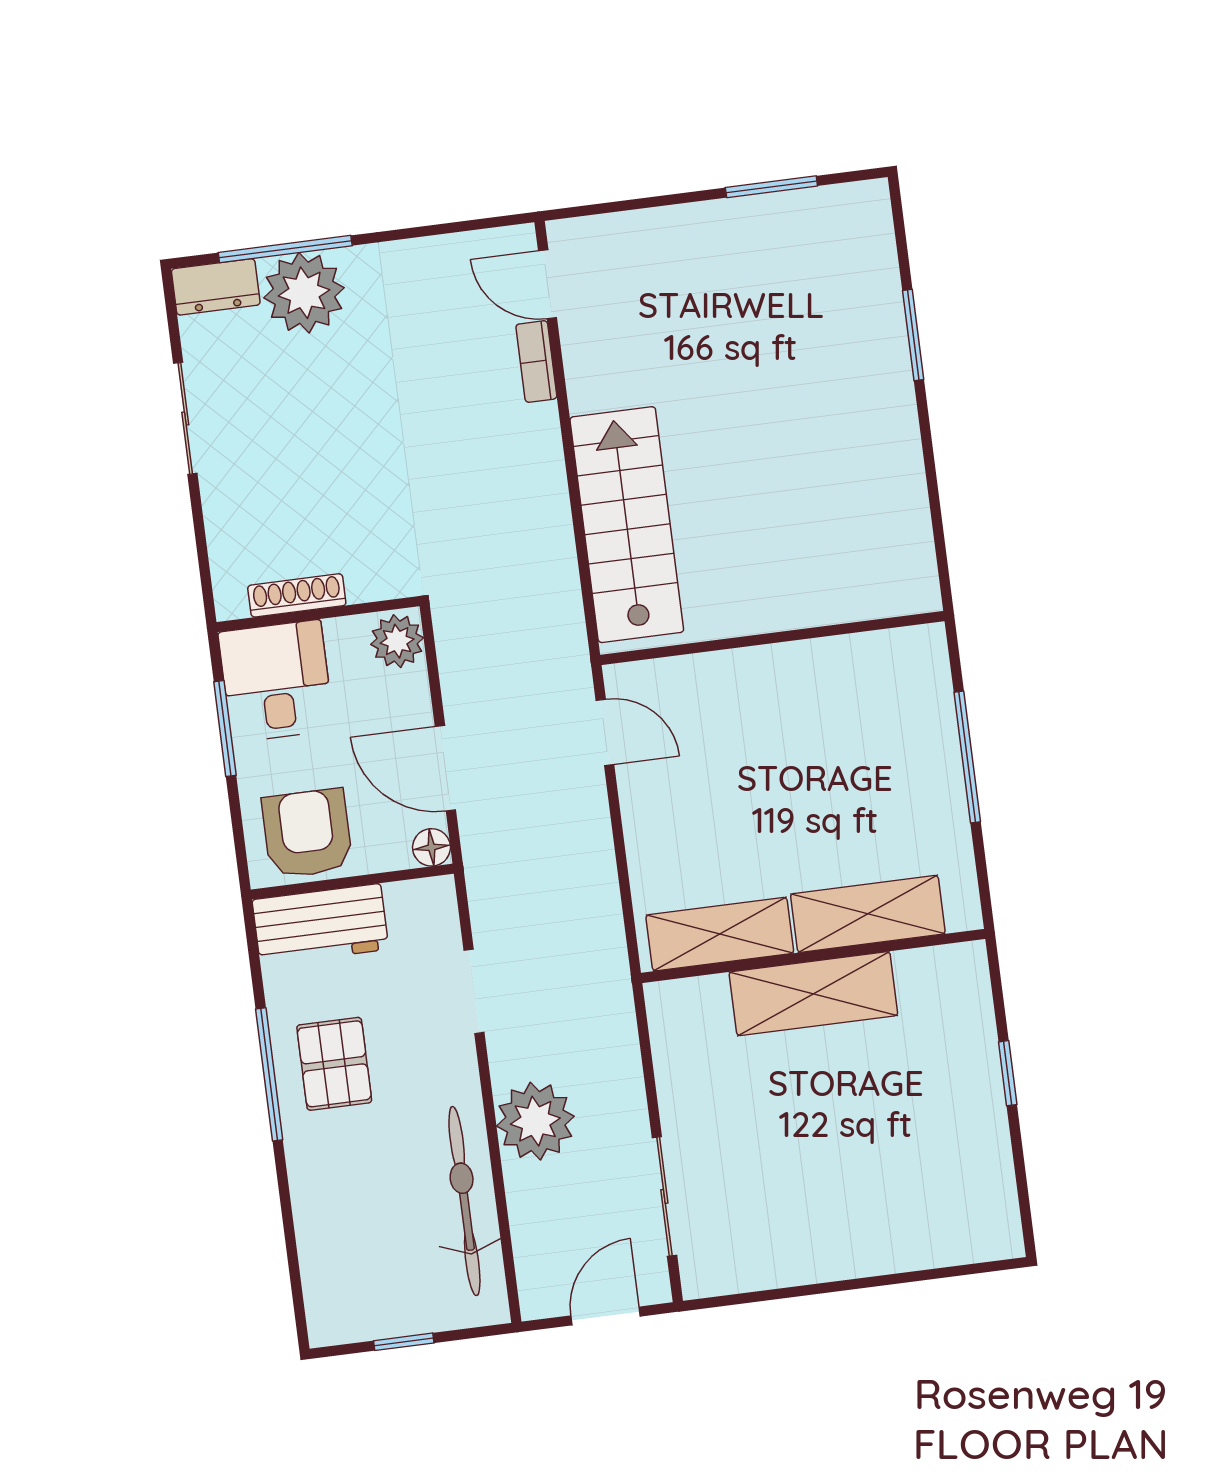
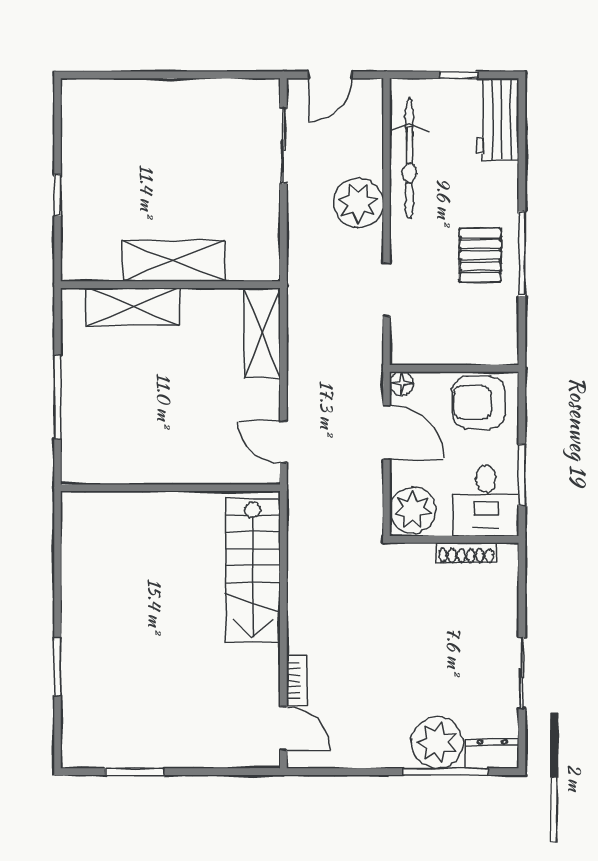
plant: (397, 641) -> (413, 510), width x1.36, depth x1.36
armchair: (307, 833) -> (479, 402), turned 90
workbench: (320, 925) -> (498, 119), moved, turned -90
shelving: (720, 934) -> (262, 333), moved, turned 90

